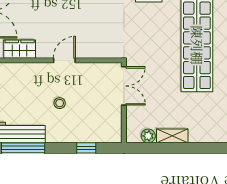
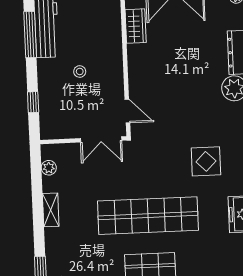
door: (64, 60) -> (127, 111), moved
shelving: (172, 136) -> (51, 210), moved

